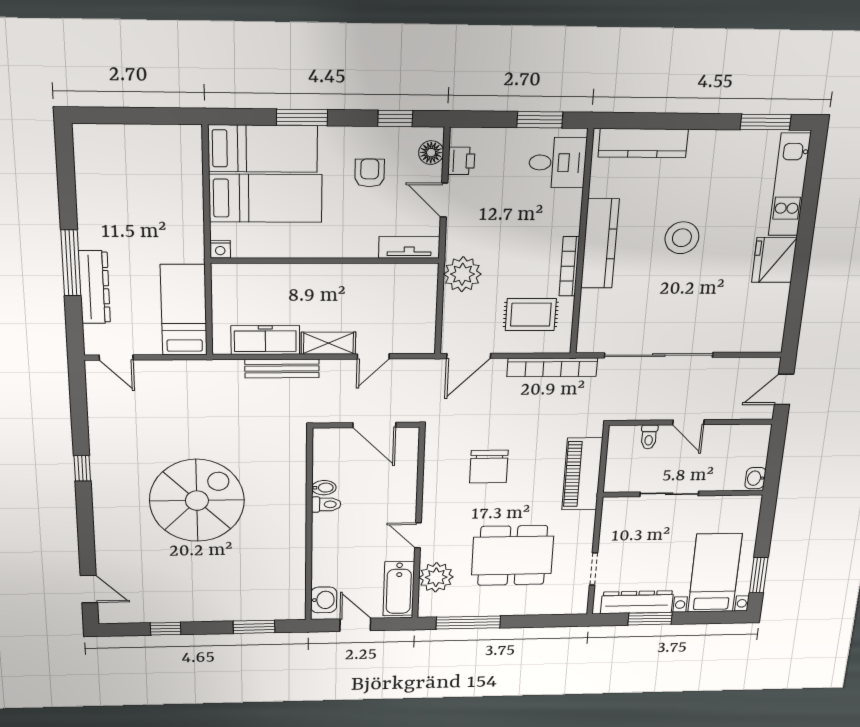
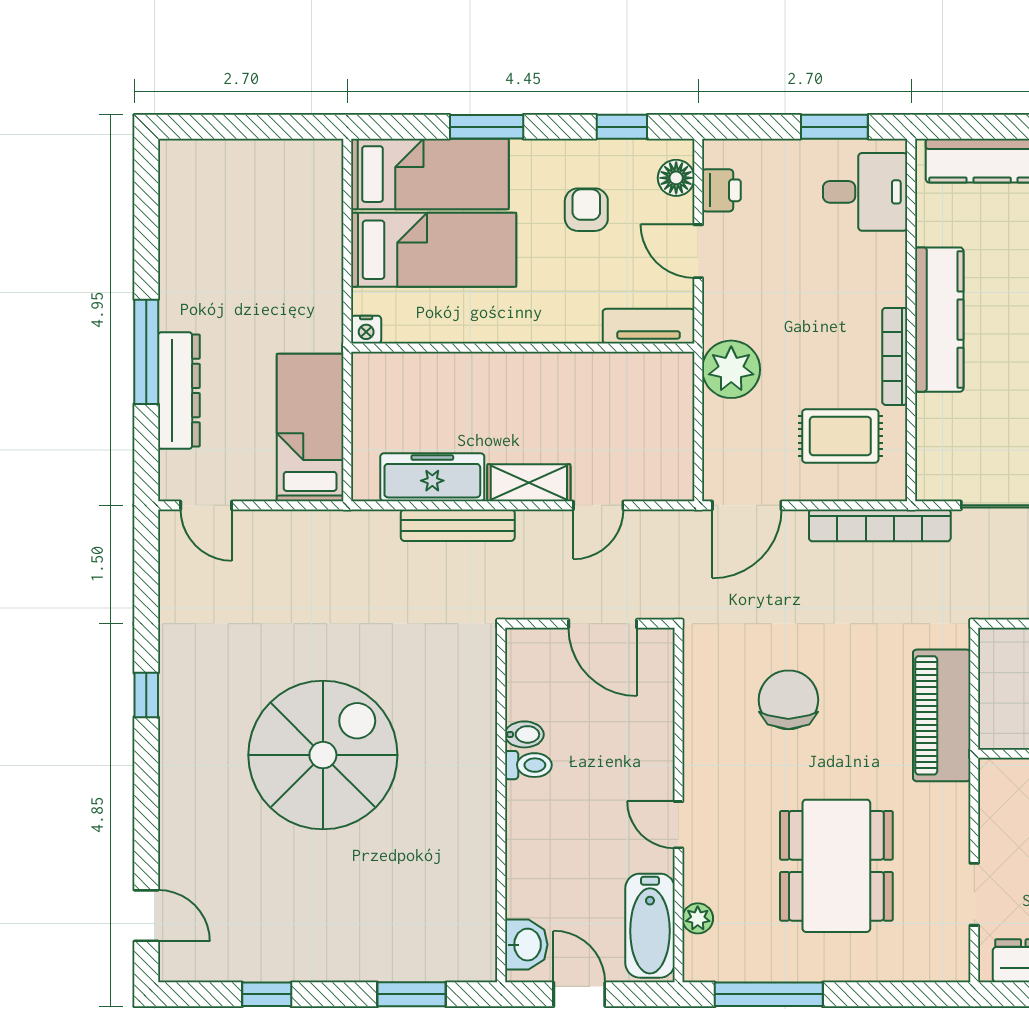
chair: (489, 467) -> (788, 700), turned 180
dining table: (513, 556) -> (836, 866), turned 90
plant: (436, 577) -> (698, 918), width x0.53, depth x0.53

